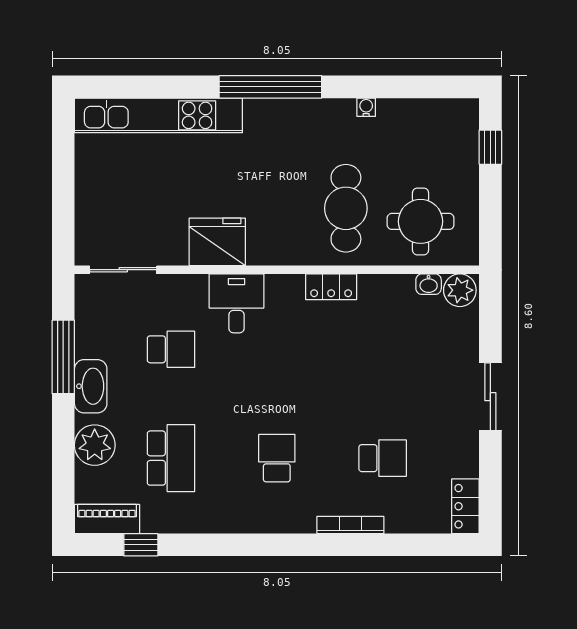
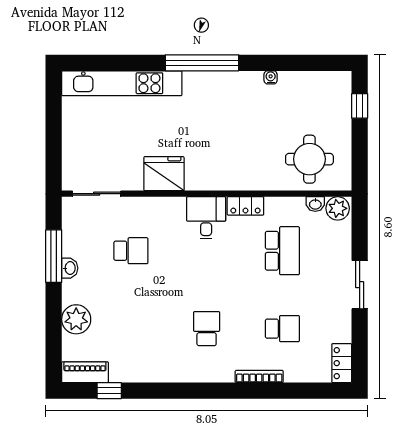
cafe table: (346, 208) -> (256, 150), removed
desk: (236, 303) -> (206, 218), moved
washbasin: (91, 386) -> (70, 268), width x0.52, depth x0.69
school desk: (171, 458) -> (282, 251), moved

